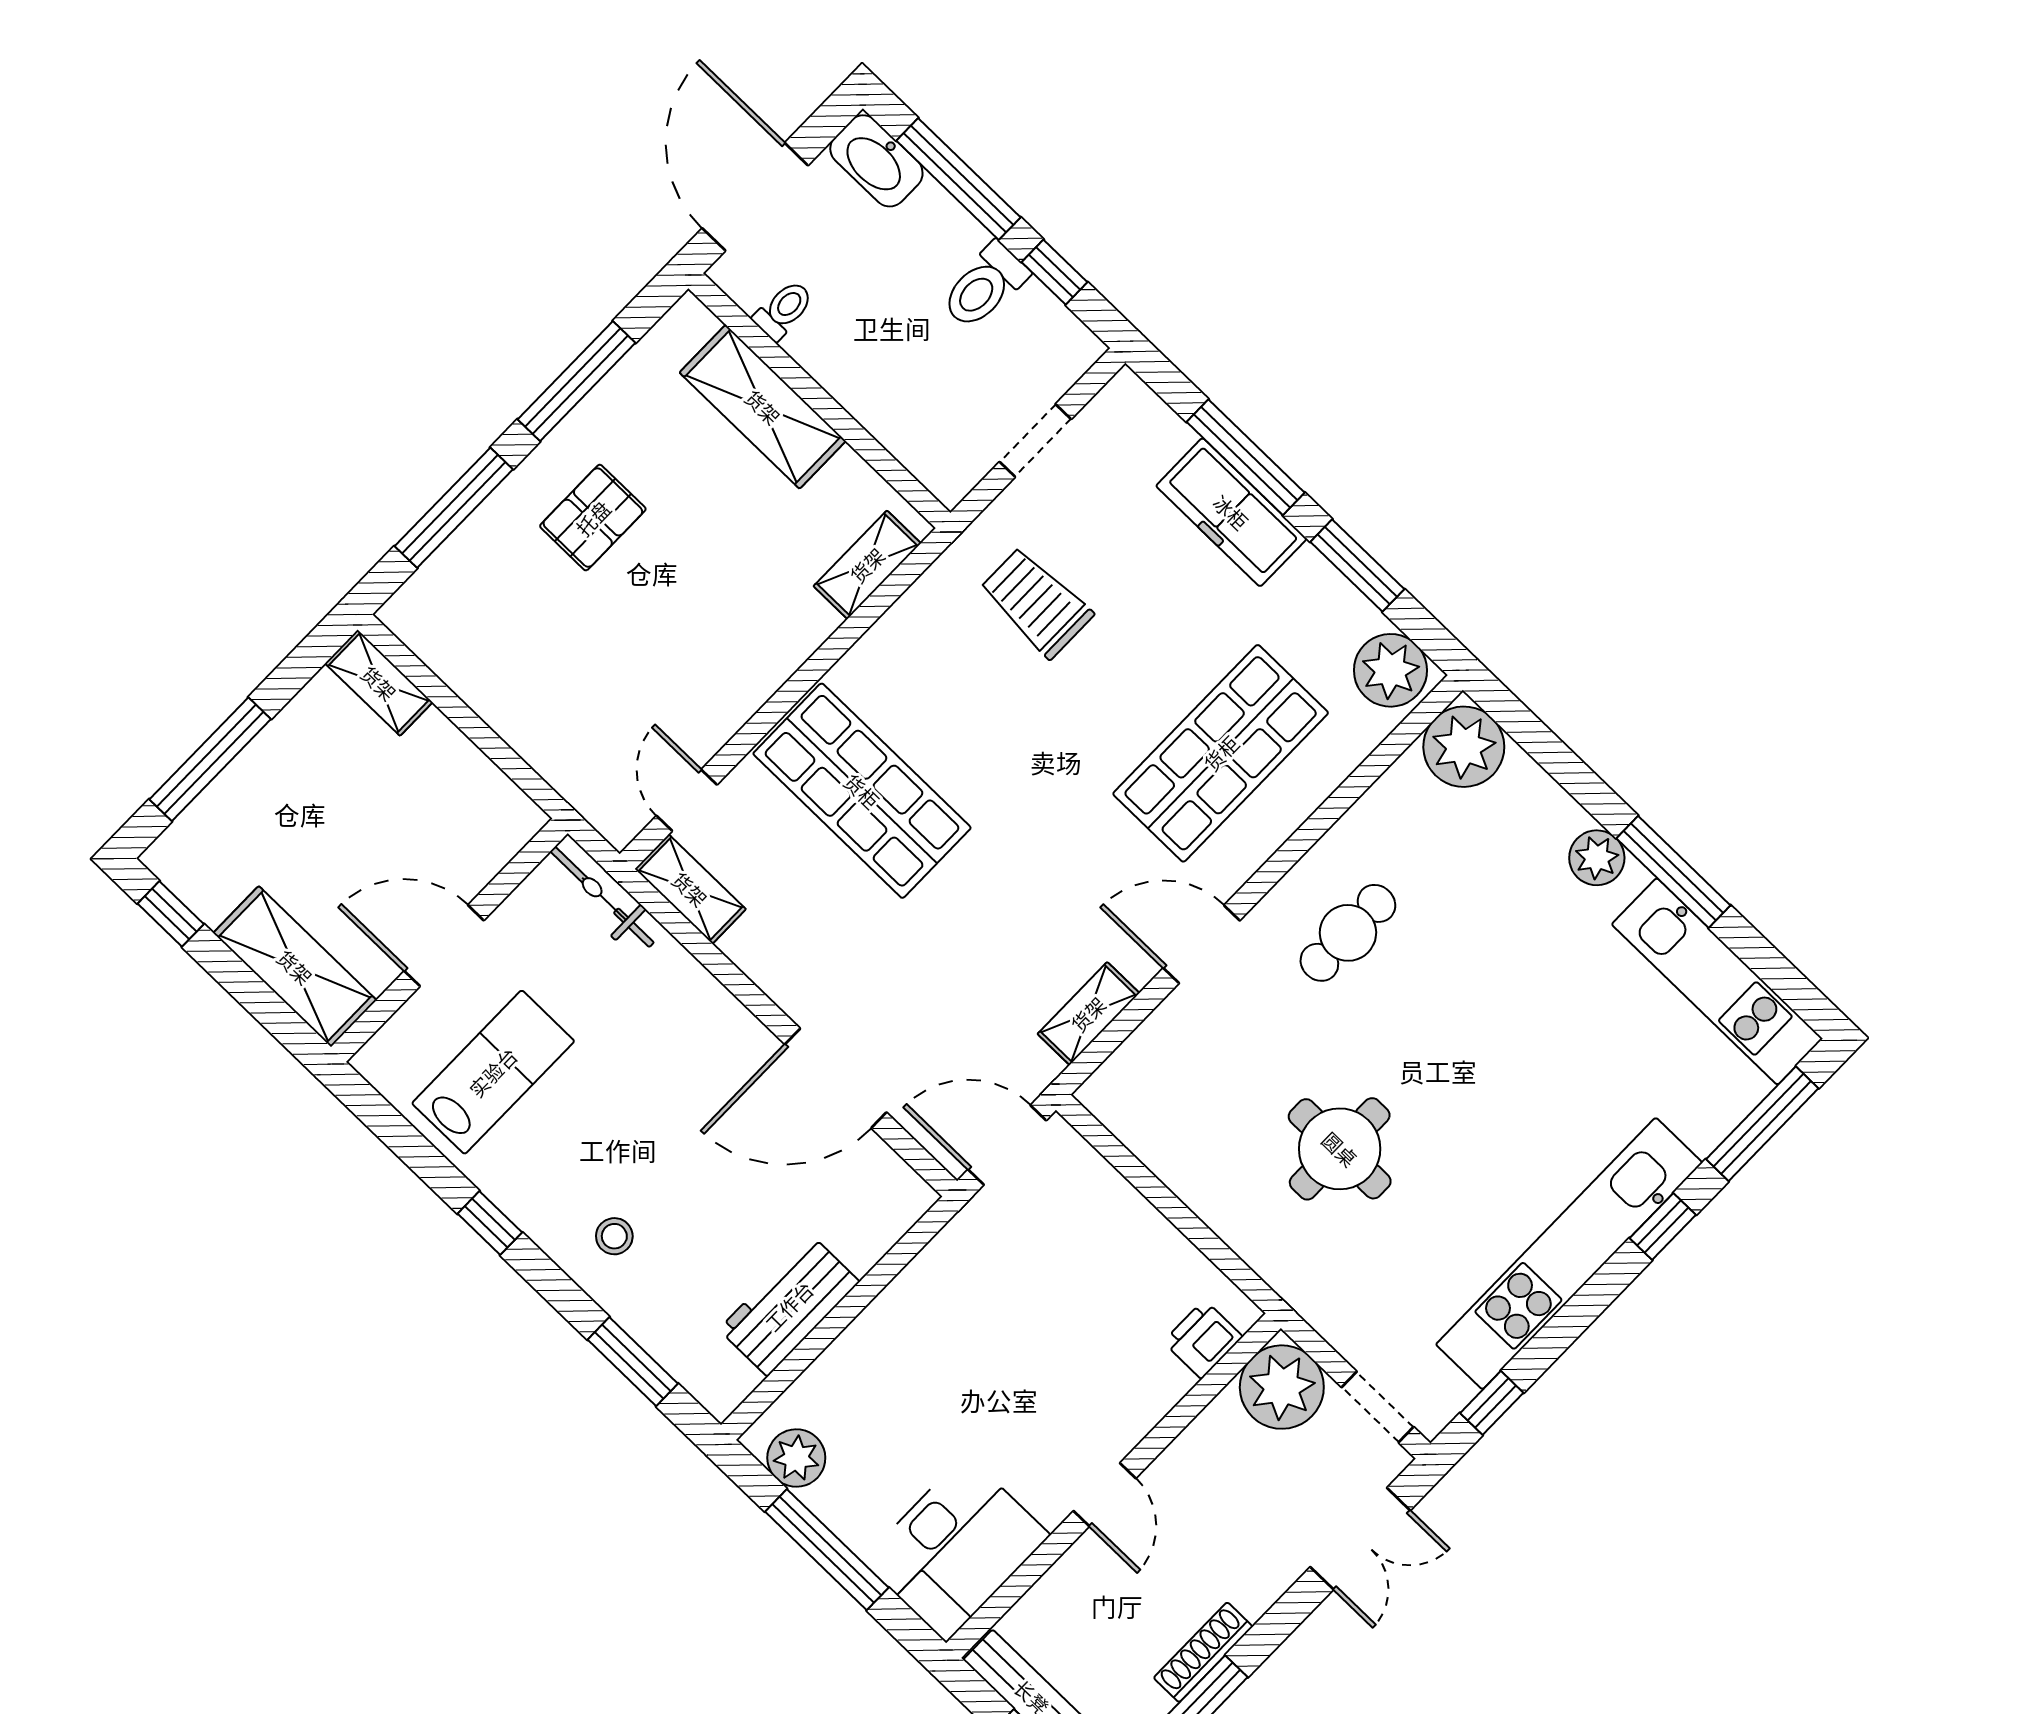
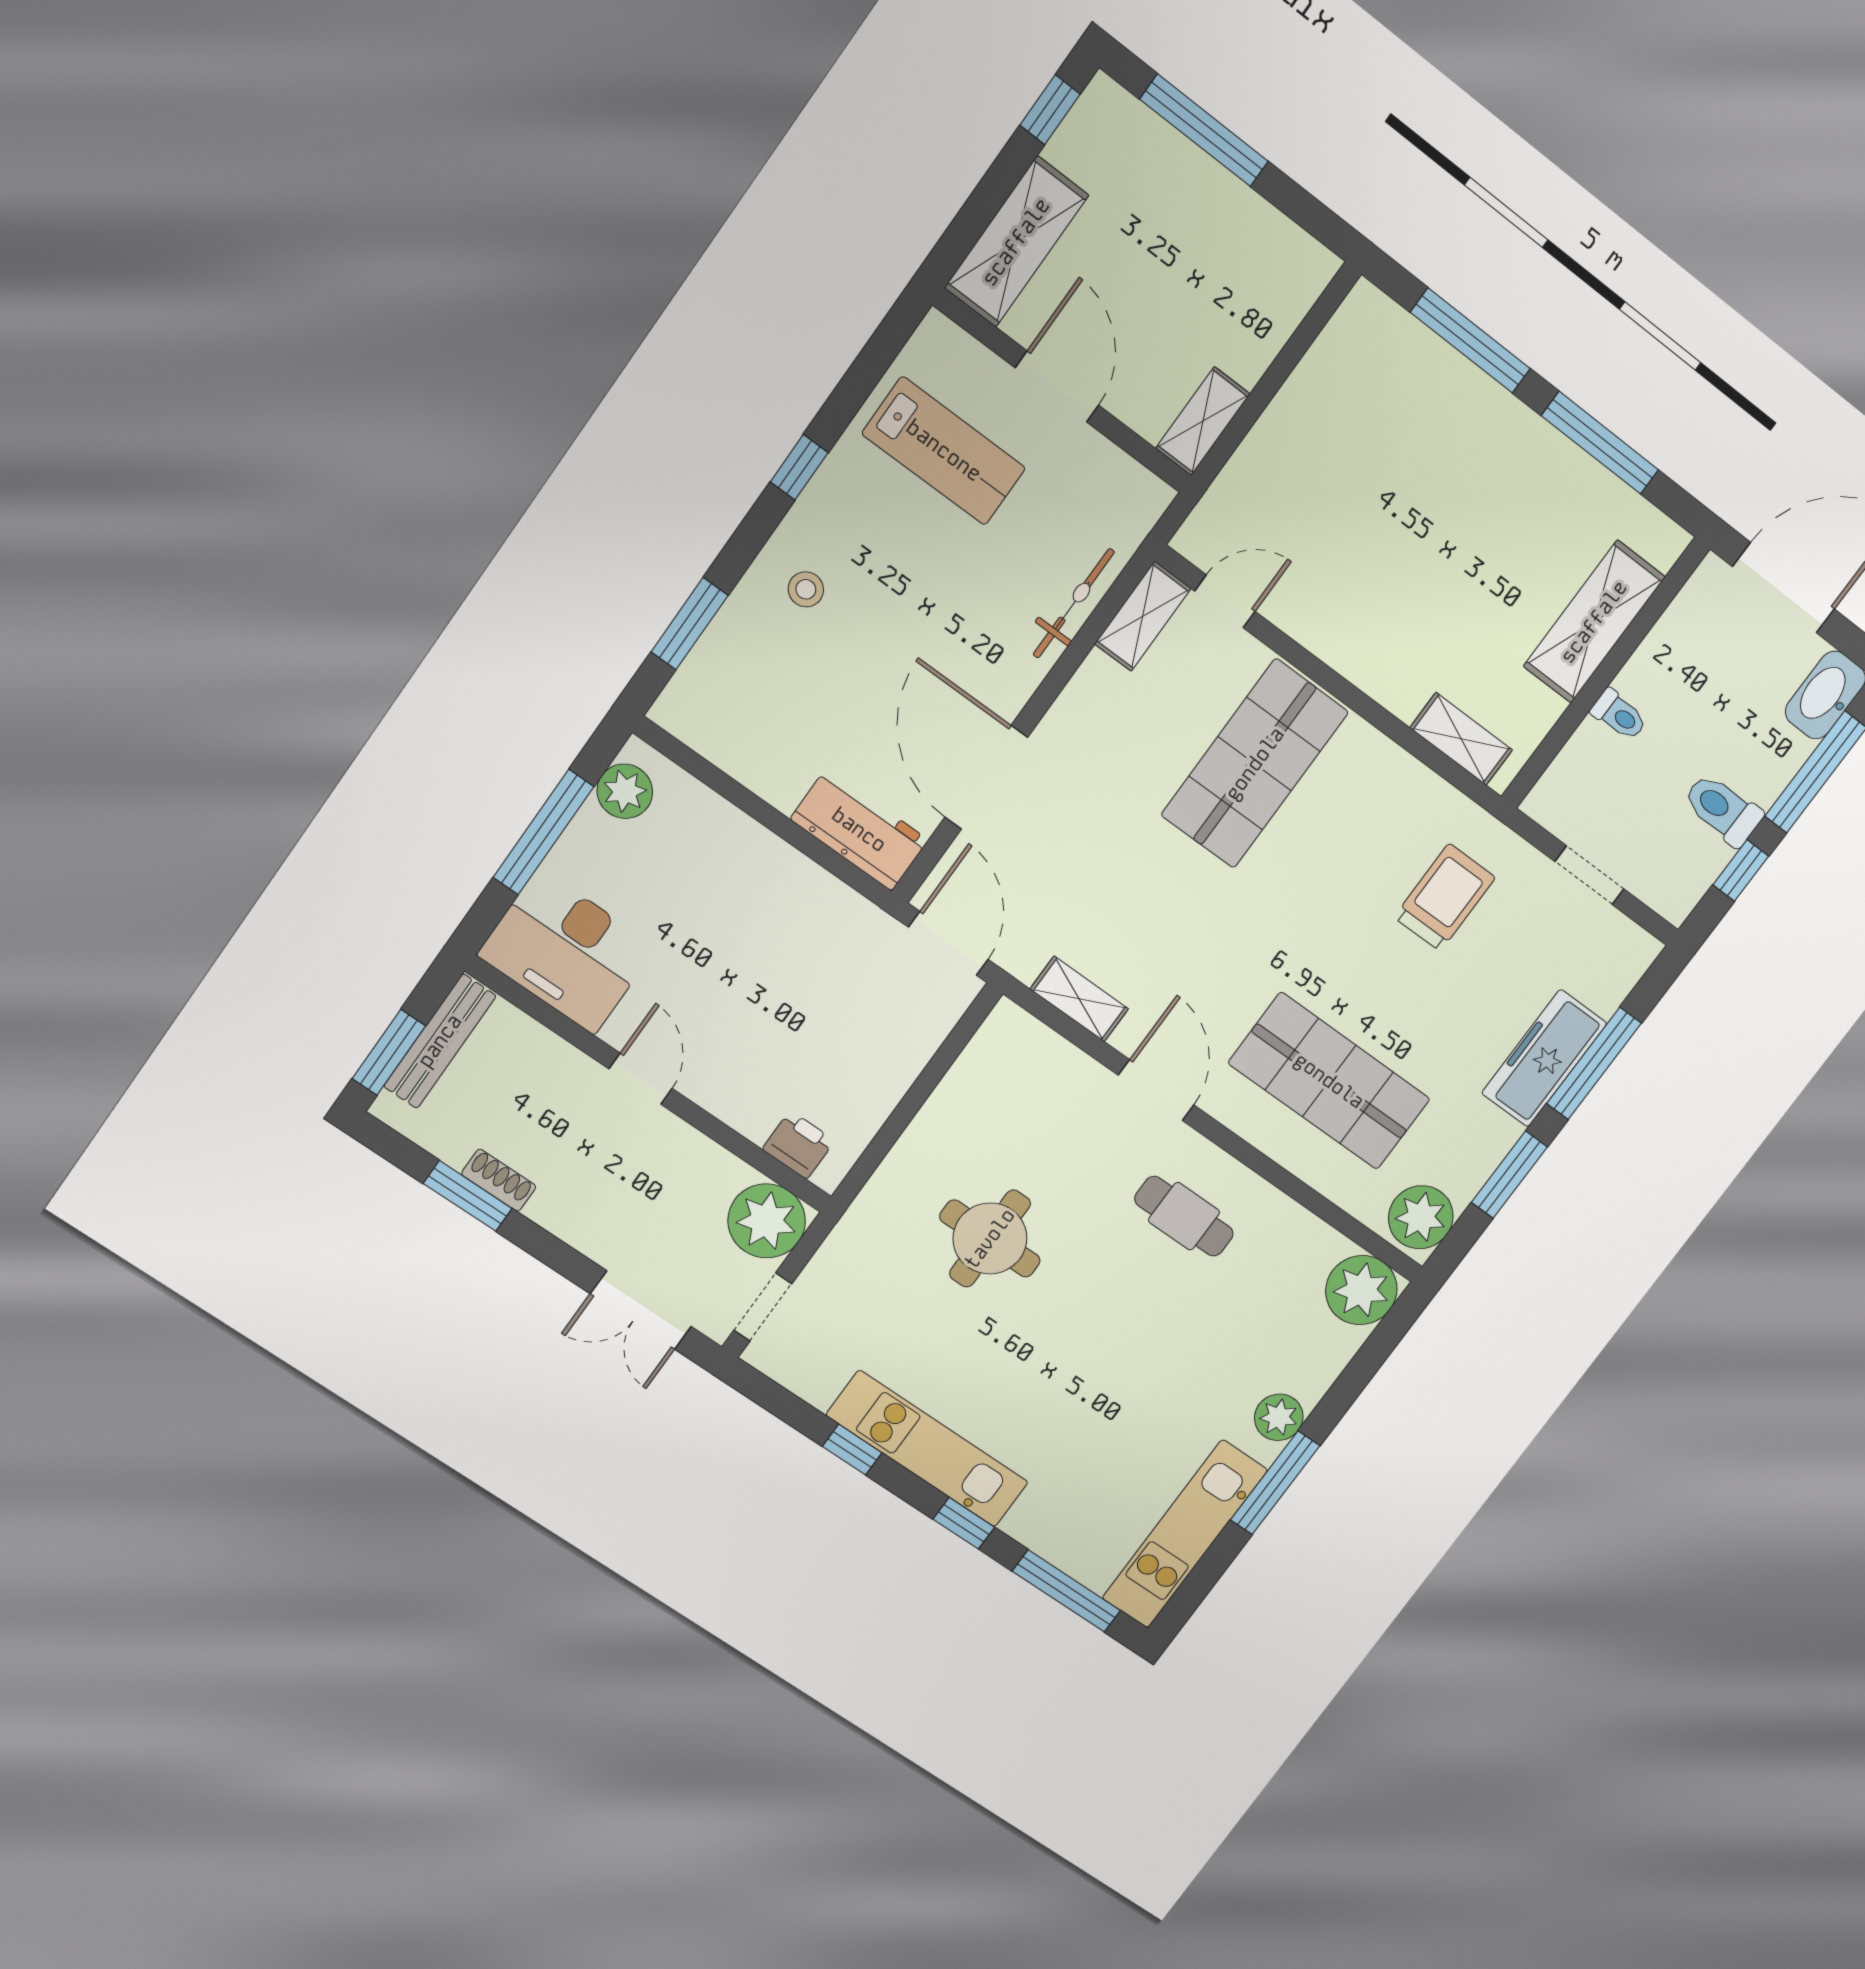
toilet: (783, 310) -> (1619, 715), moved
pallet: (593, 518) -> (1476, 476), removed
shelving: (379, 683) -> (1203, 421), moved
bicycle: (602, 897) -> (1074, 603), moved
kitchen unit: (1569, 1254) -> (927, 1449), width x0.73
workbench: (789, 1306) -> (859, 830), moved
window: (1492, 1403) -> (852, 1450), moved
door: (1105, 1495) -> (641, 1079), swing flipped
shoe rack: (1203, 1652) -> (499, 1180), width x0.70

